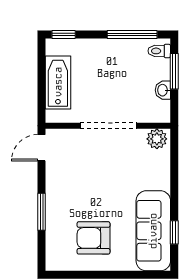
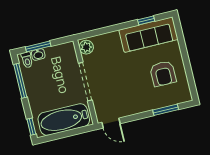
bathtub: (58, 82) -> (64, 120), width x1.36, depth x1.36
washbasin: (163, 90) -> (38, 54), moved
window: (42, 212) -> (166, 110), moved

